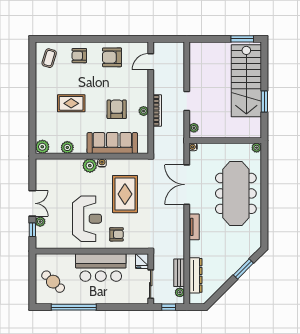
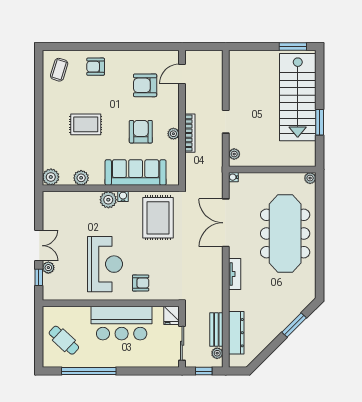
armchair: (112, 57) -> (145, 85), moved
rug: (125, 194) -> (158, 218), moved

